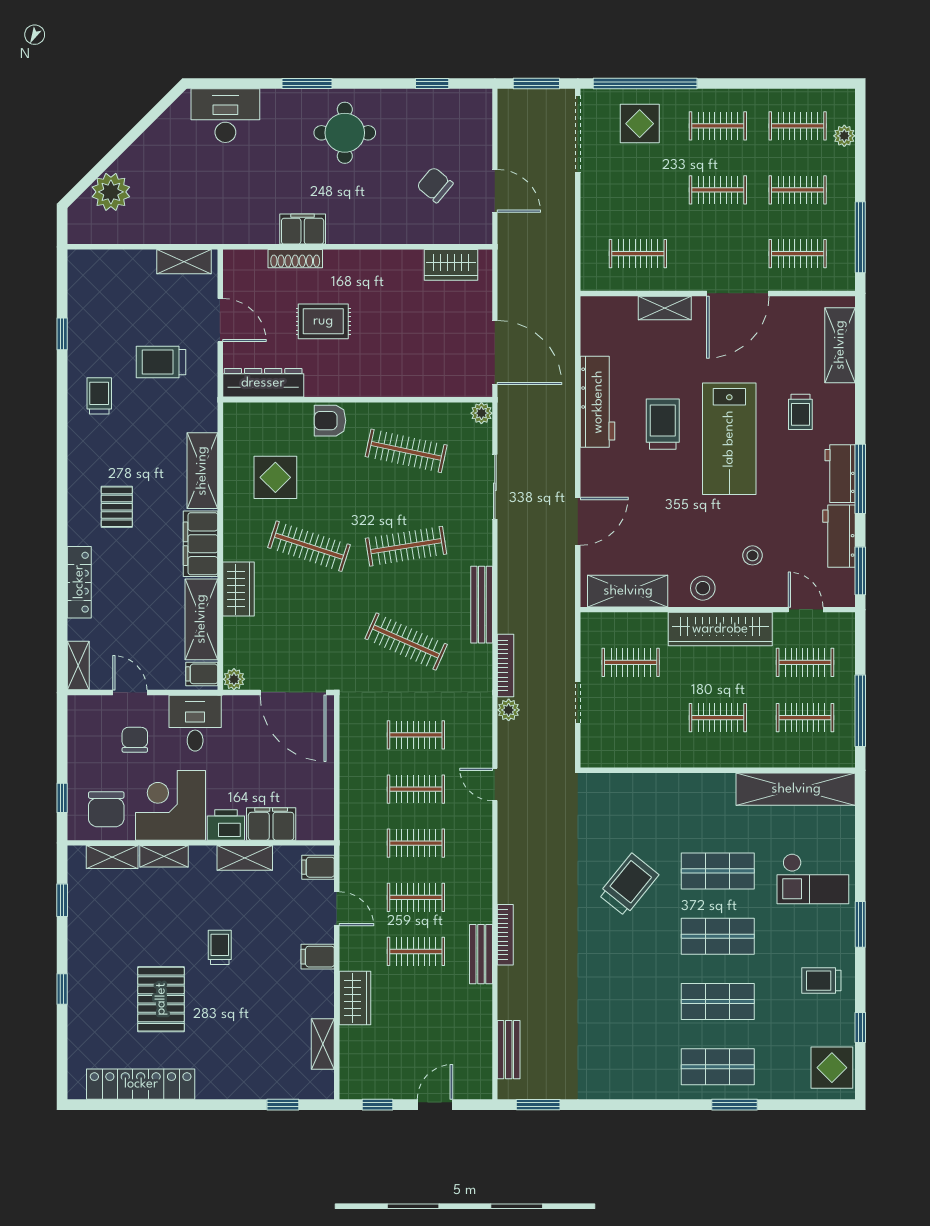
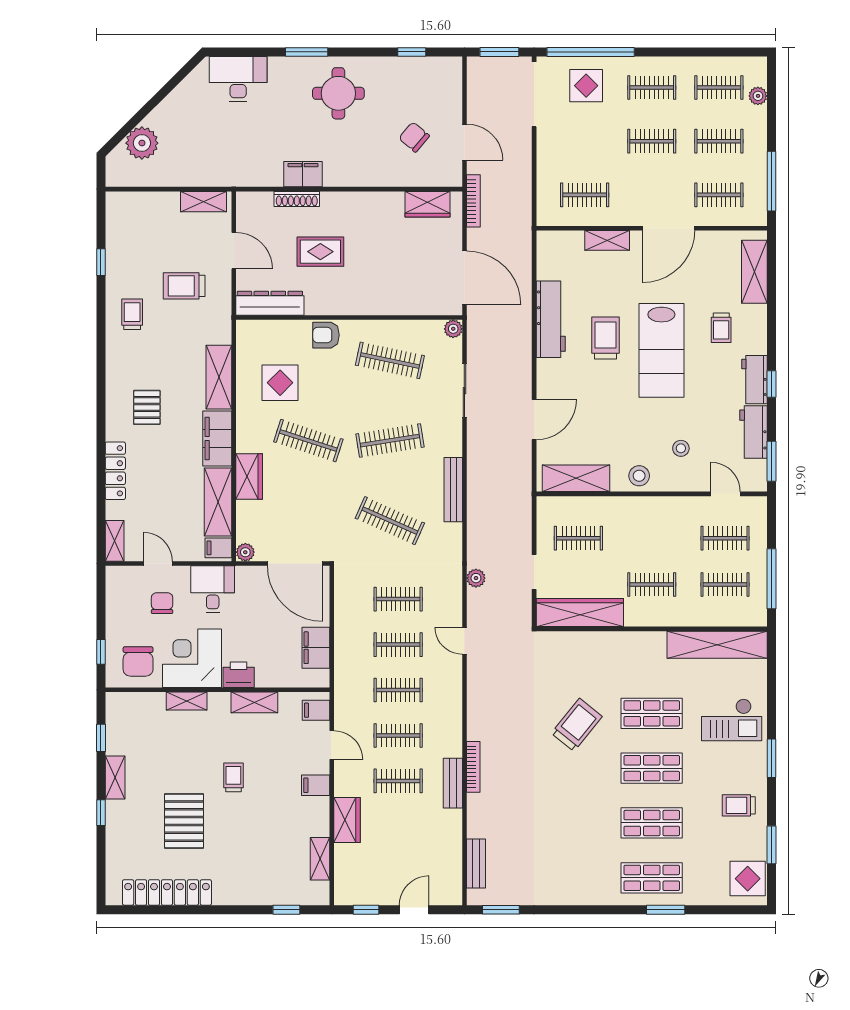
window: (860, 479) -> (771, 384), width x0.46
wardrobe: (720, 629) -> (580, 613), moved, turned 180
bookcase: (505, 665) -> (473, 201), moved
filing cabinet: (271, 824) -> (316, 648), moved, turned -90
shelving: (112, 857) -> (115, 778), moved, turned 90
window: (860, 1027) -> (771, 845), width x1.50

